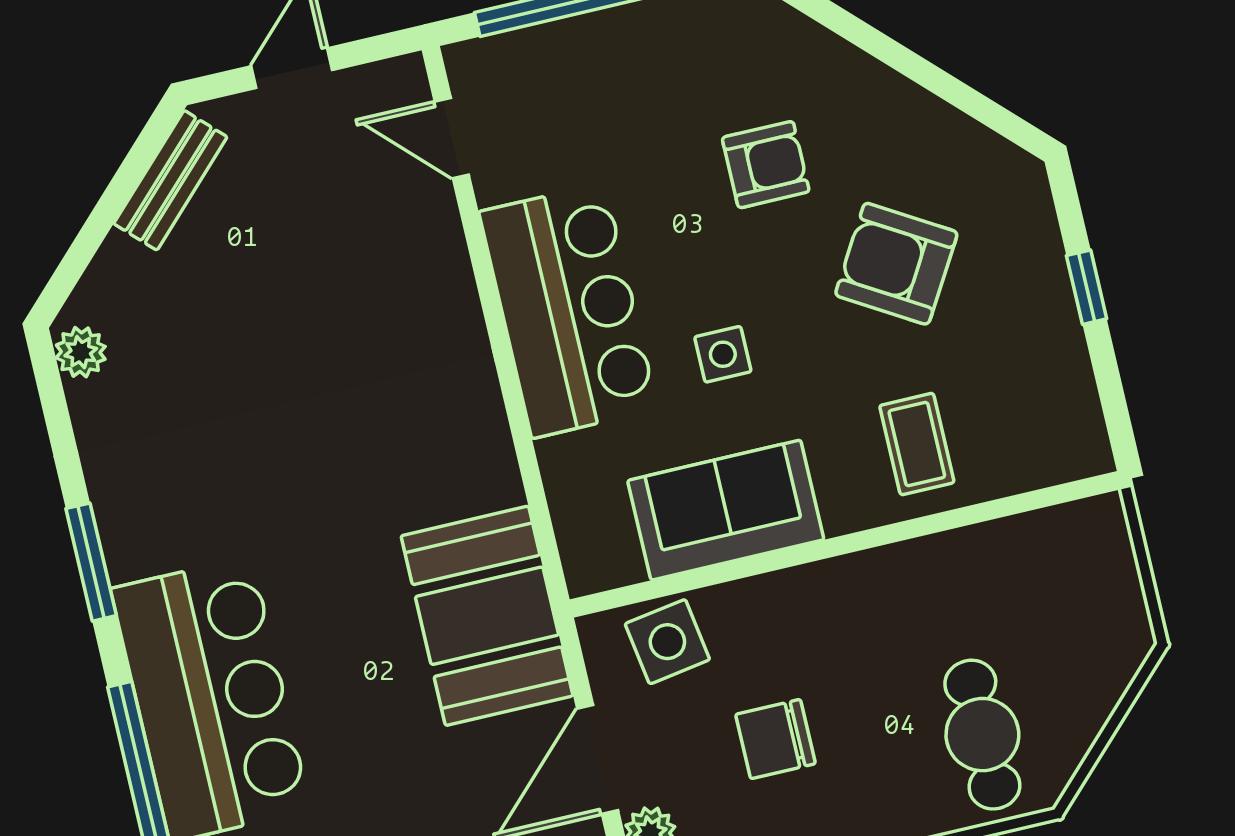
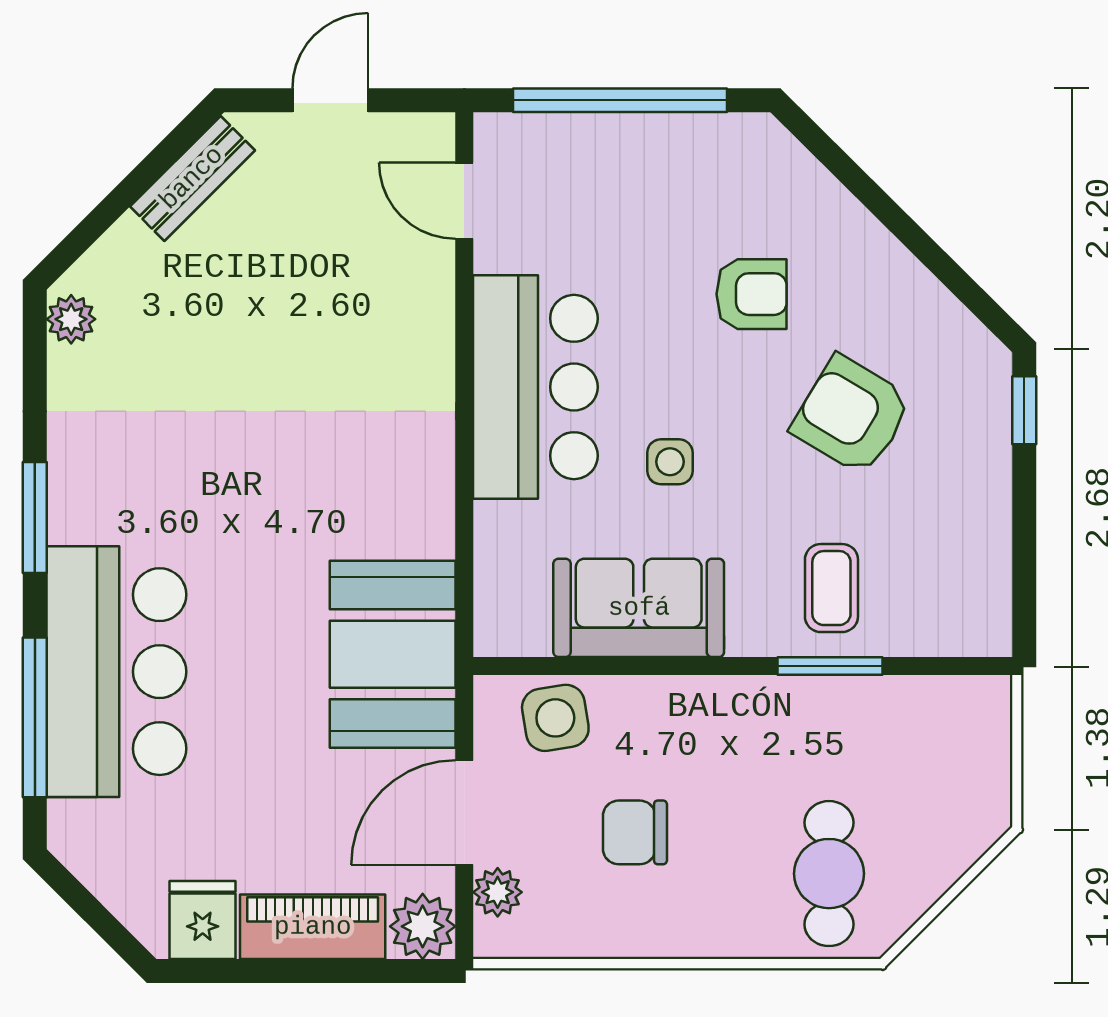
window: (1087, 287) -> (1024, 410), moved
window: (934, 524) -> (830, 666), added

